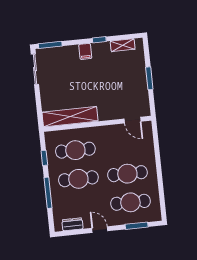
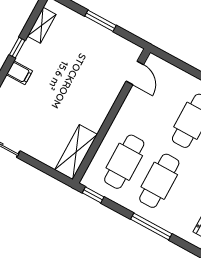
shelving: (70, 117) -> (76, 152), width x0.68
door: (133, 120) -> (135, 73), hinge flipped
window: (44, 158) -> (93, 195), moved

